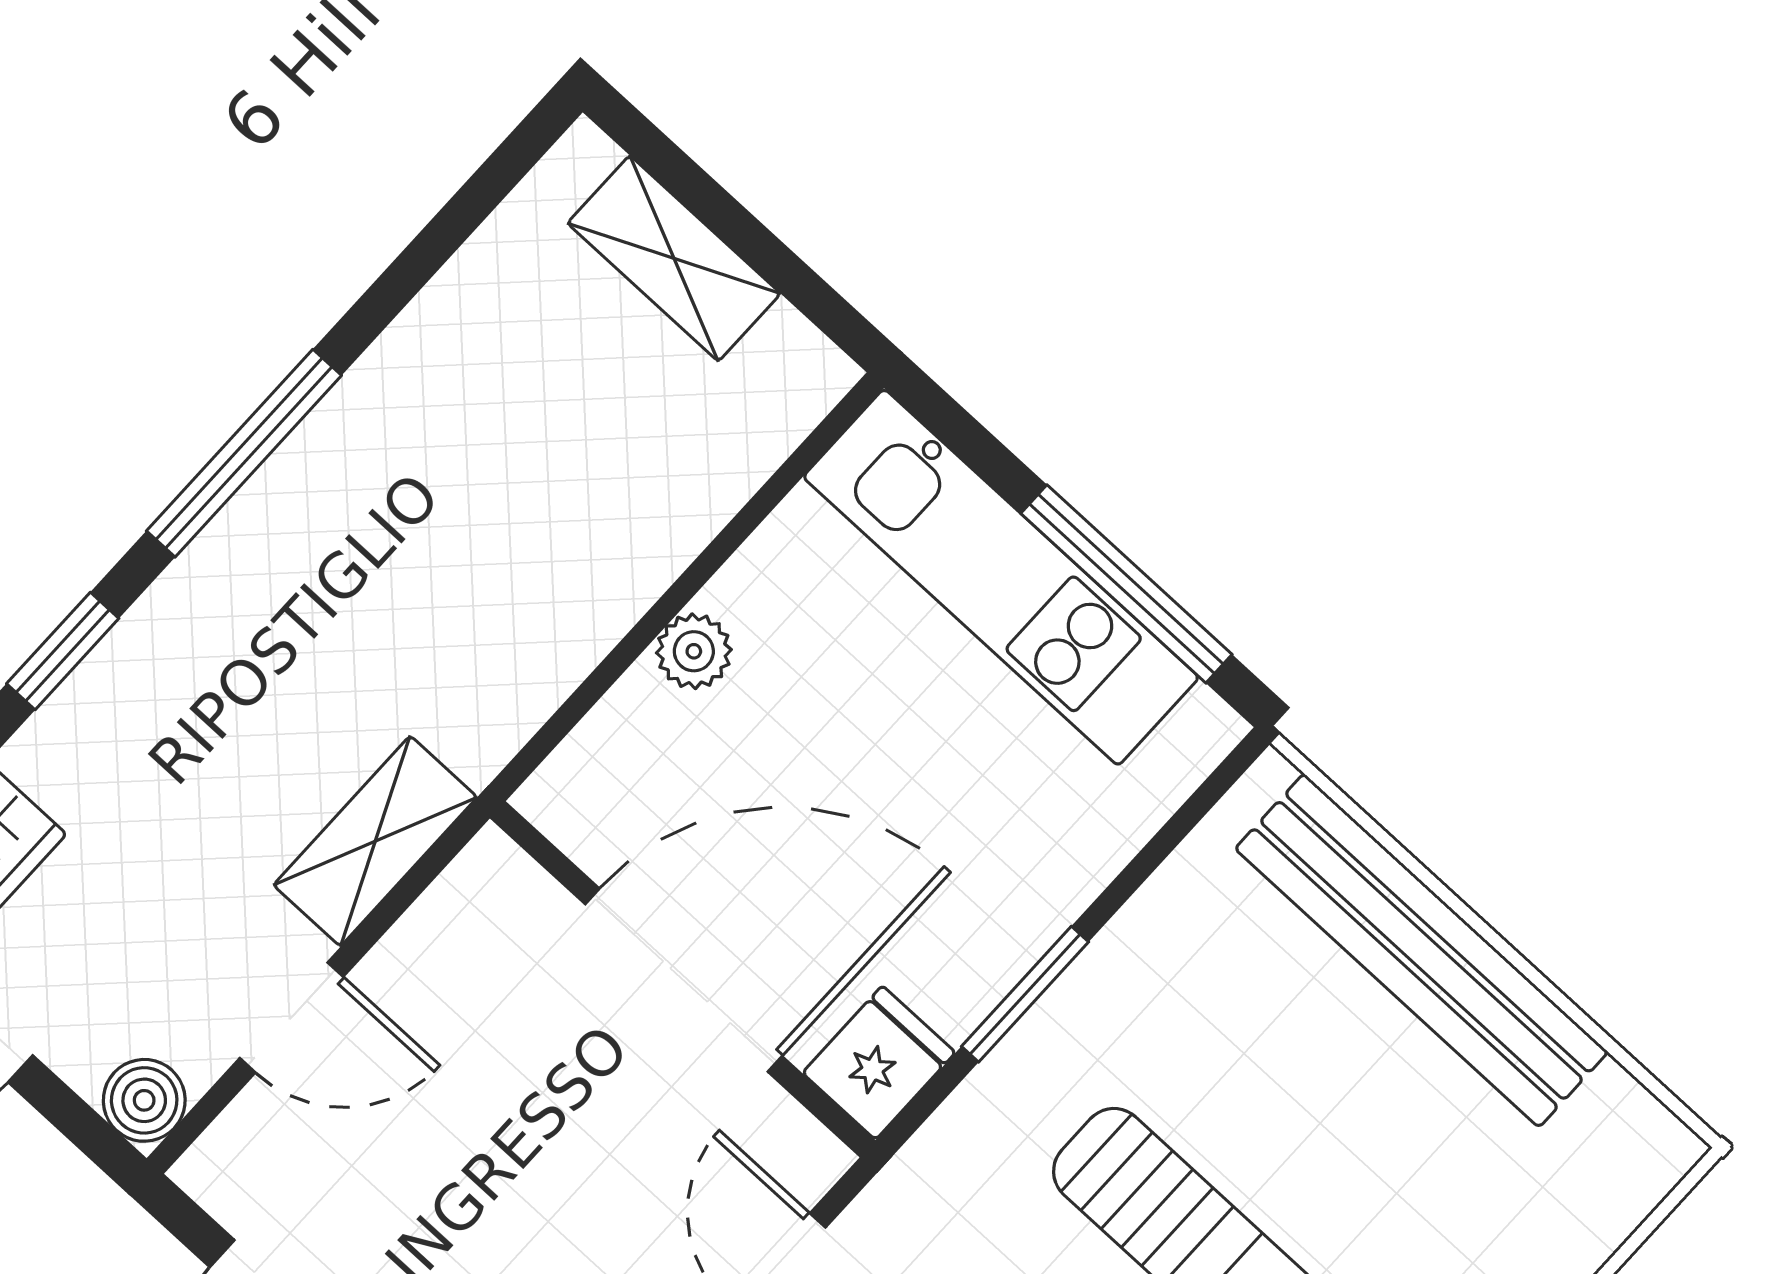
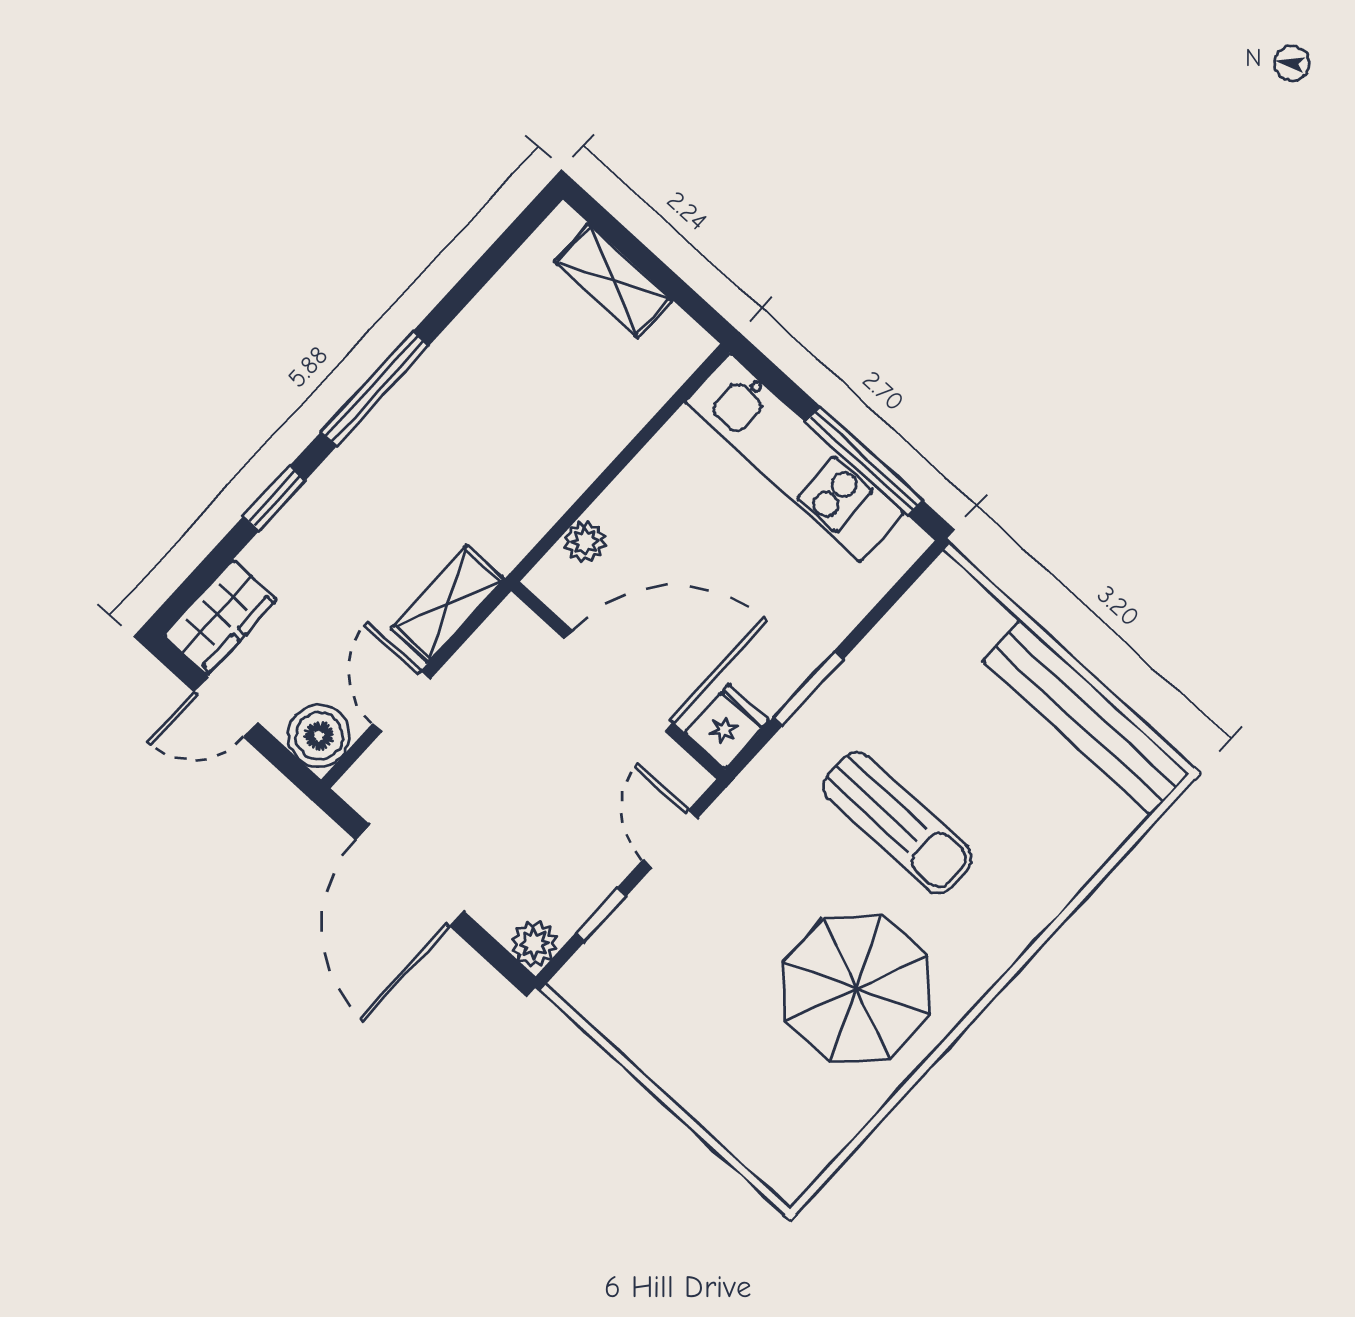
plant: (694, 651) -> (585, 542), moved
bench: (1421, 950) -> (1086, 717), moved
door: (291, 1017) -> (401, 702), swing flipped
boiler: (144, 1100) -> (319, 736), width x1.36, depth x1.36

